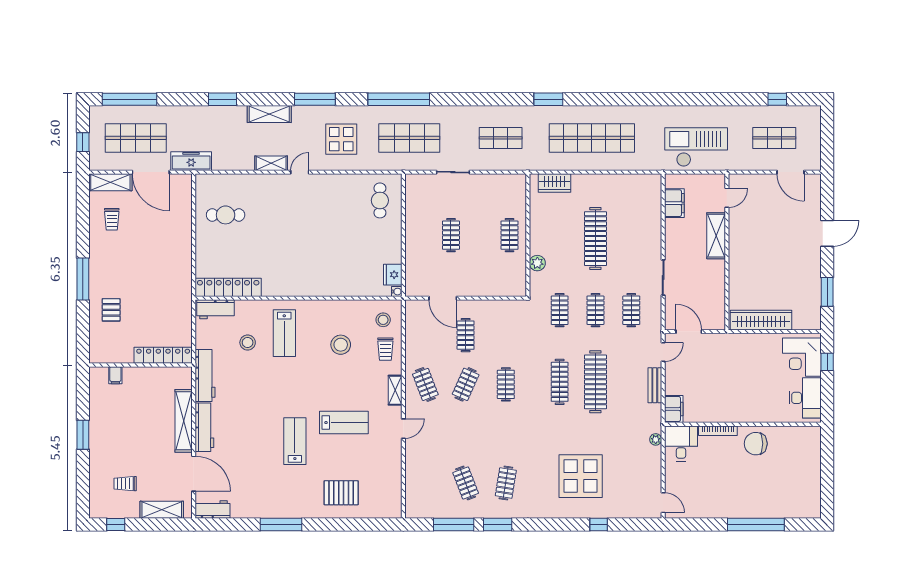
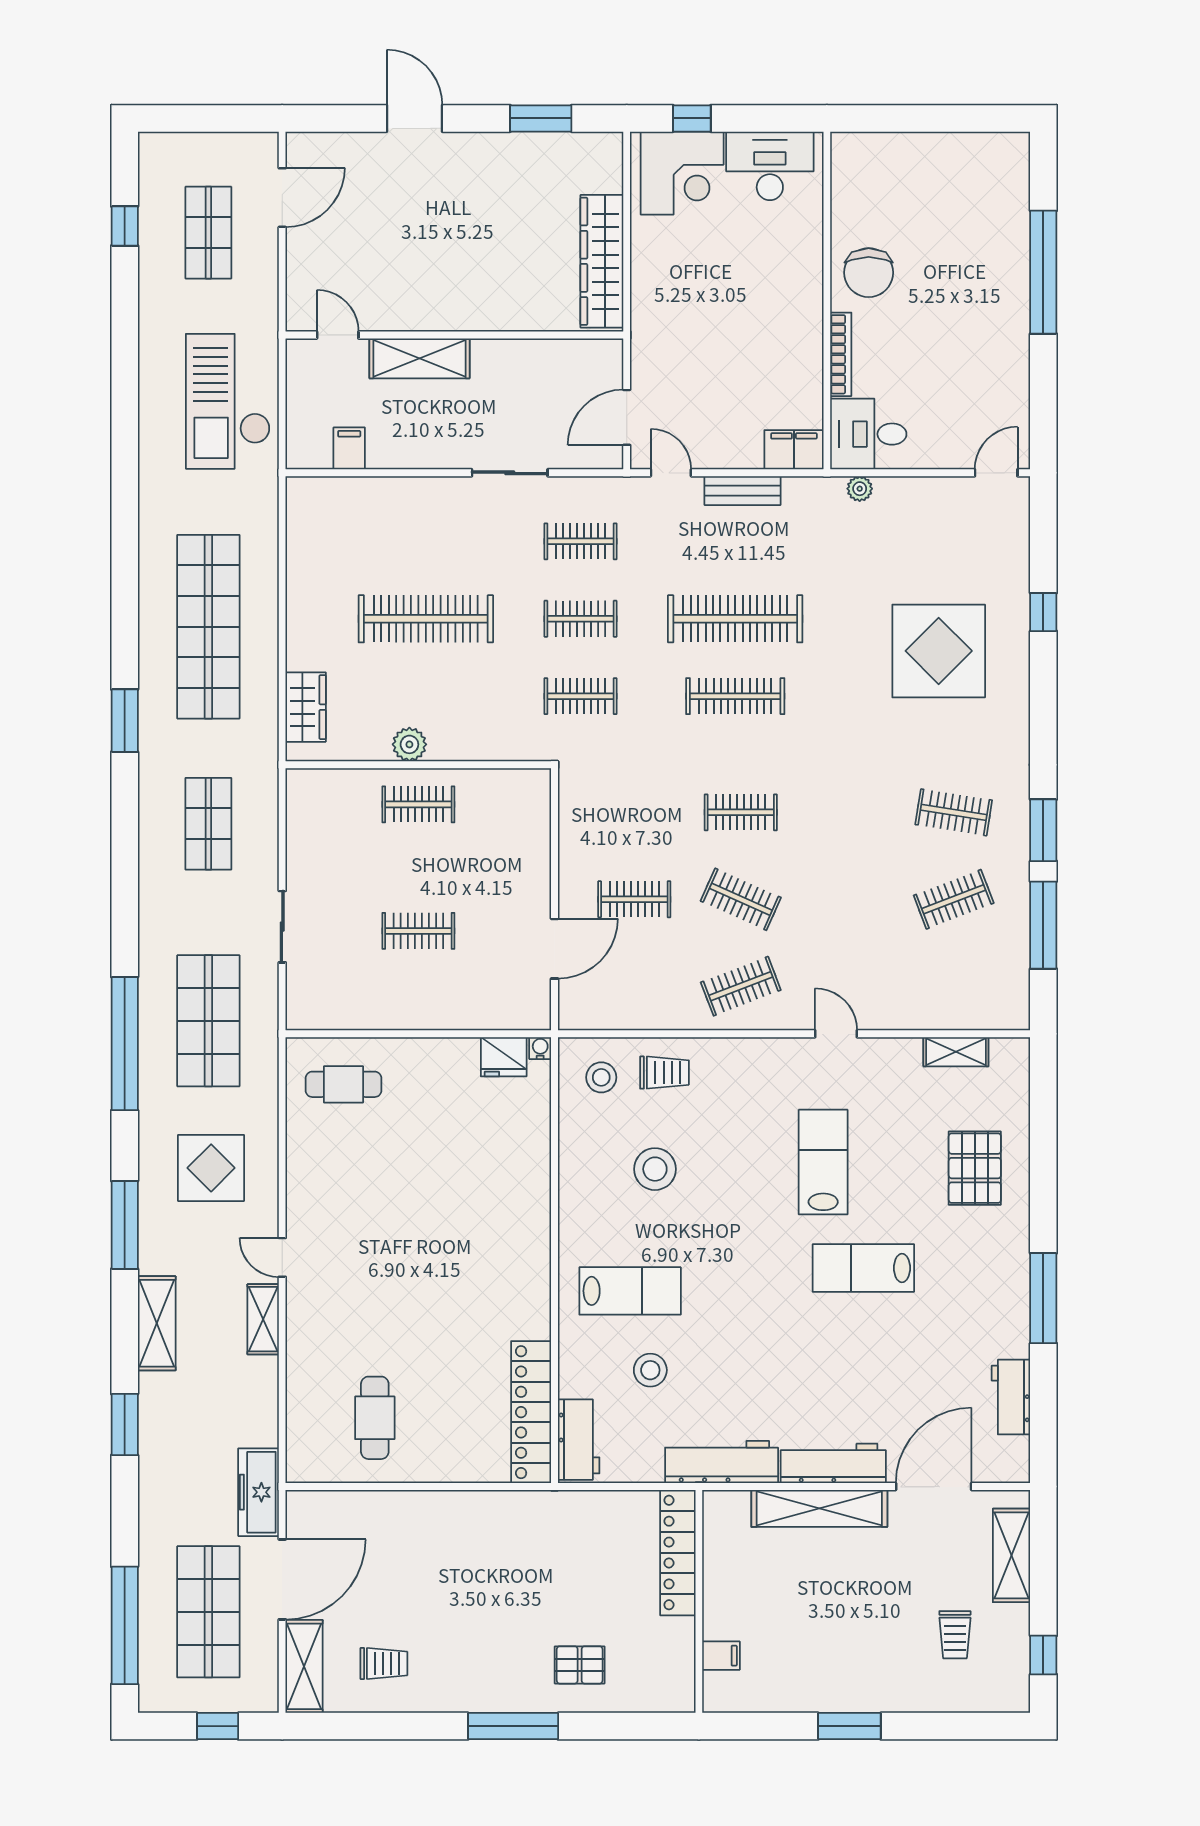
filing cabinet: (674, 203) -> (349, 448), width x0.50
plant: (537, 263) -> (409, 744), moved
shelving: (395, 390) -> (956, 1052), moved
workbench: (213, 509) -> (1011, 1397), moved

